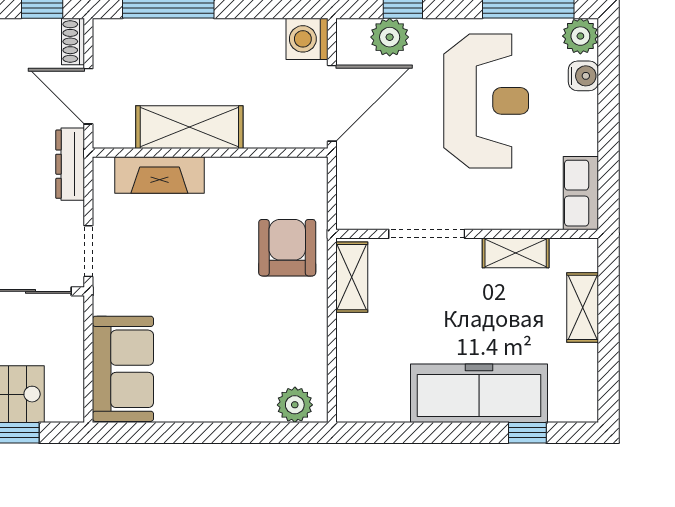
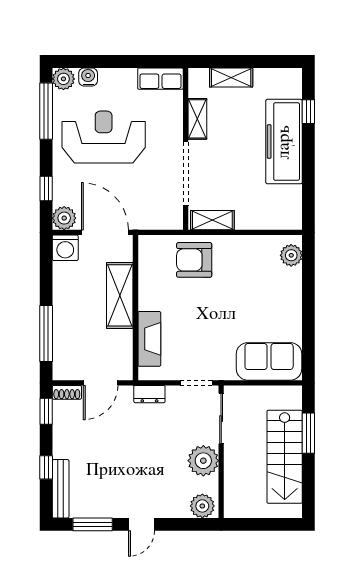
plant: (390, 37) -> (64, 218), moved
shelving: (189, 127) -> (120, 295), moved
dresser: (70, 164) -> (149, 394), width x0.70
doorway: (427, 234) -> (186, 174), width x1.36

